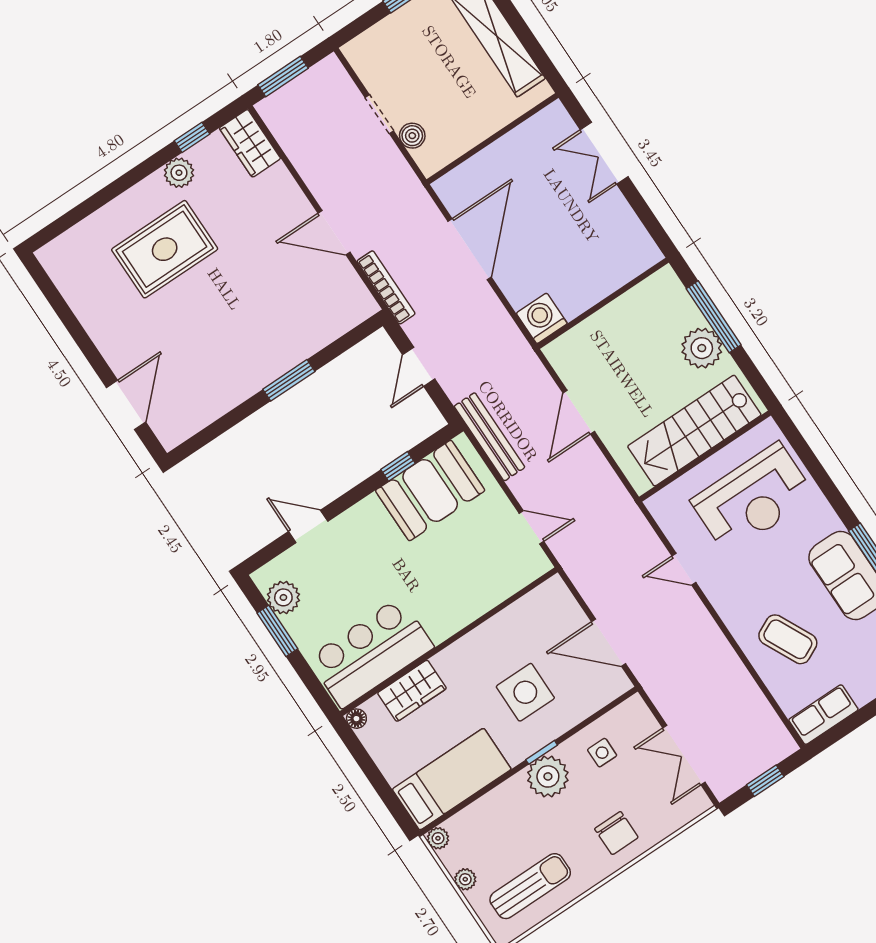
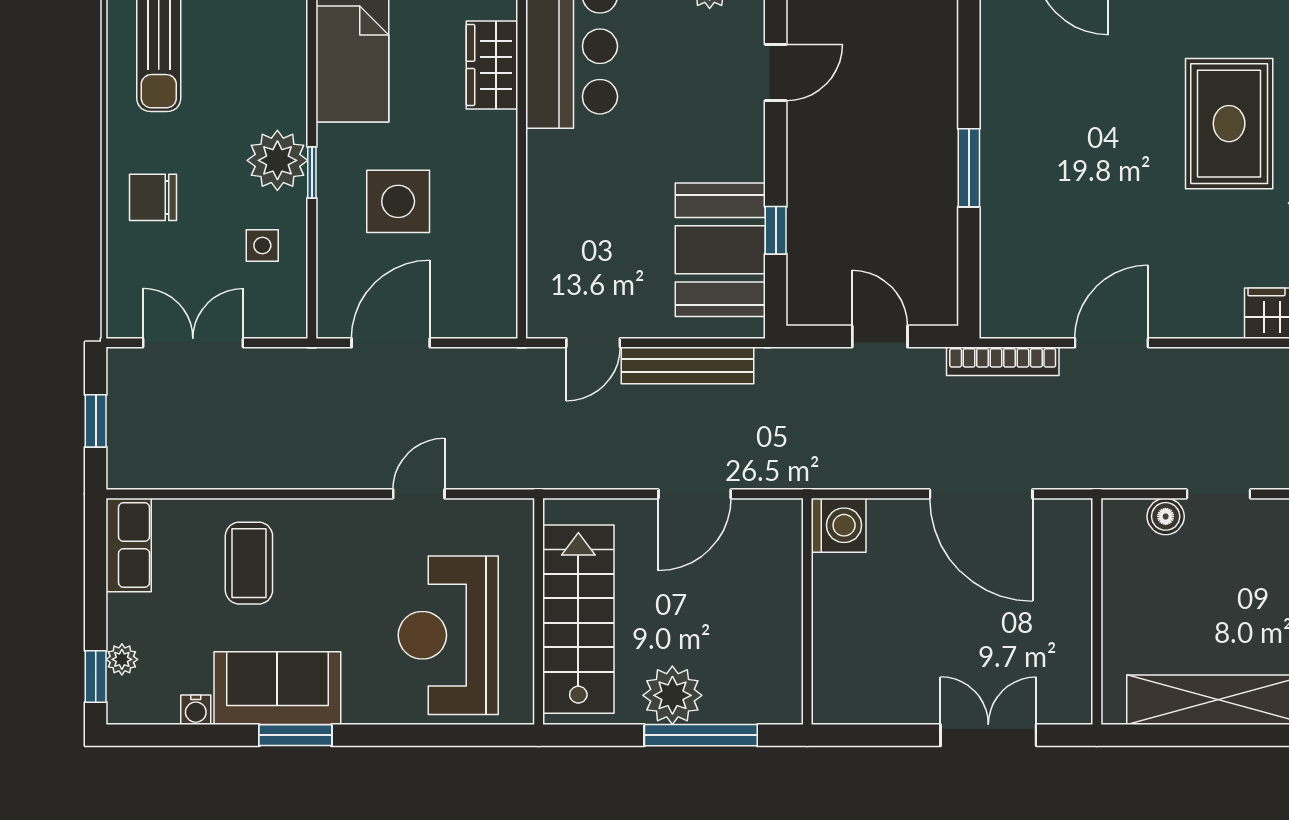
door: (579, 412) -> (695, 494), swing flipped
bench: (489, 437) -> (687, 365), moved
coffee table: (788, 639) -> (249, 563), turned -64

